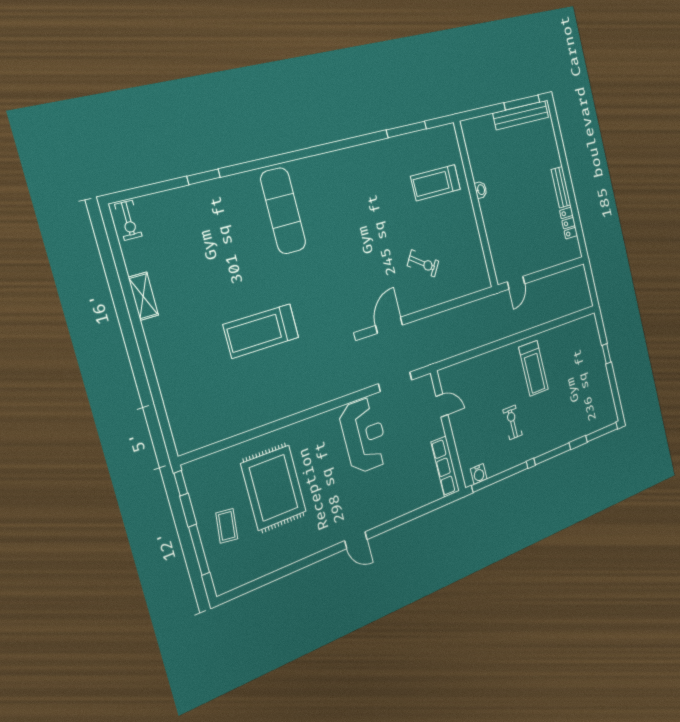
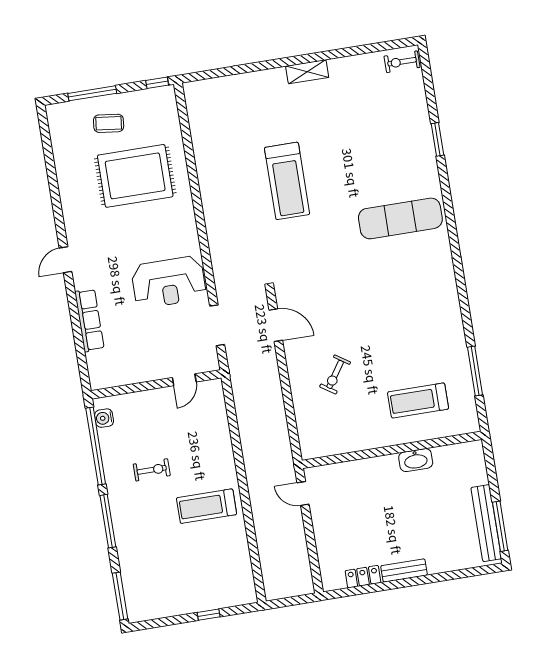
treadmill: (436, 183) -> (418, 400), turned -90
washbasin: (481, 190) -> (416, 460), width x1.91, depth x1.45
shelving: (143, 296) -> (307, 72), moved
treadmill: (261, 331) -> (287, 181), turned 180
row of seats: (445, 467) -> (89, 320), moved, turned 90

